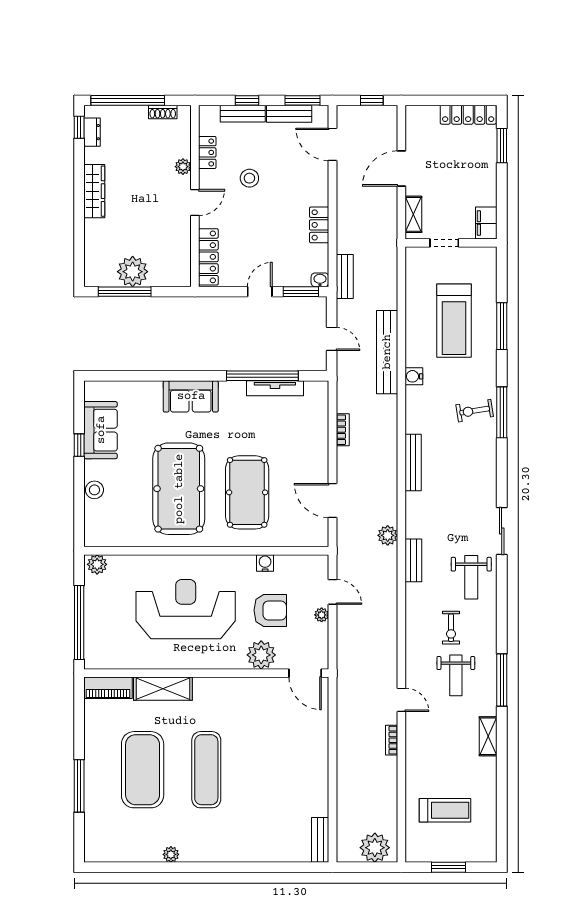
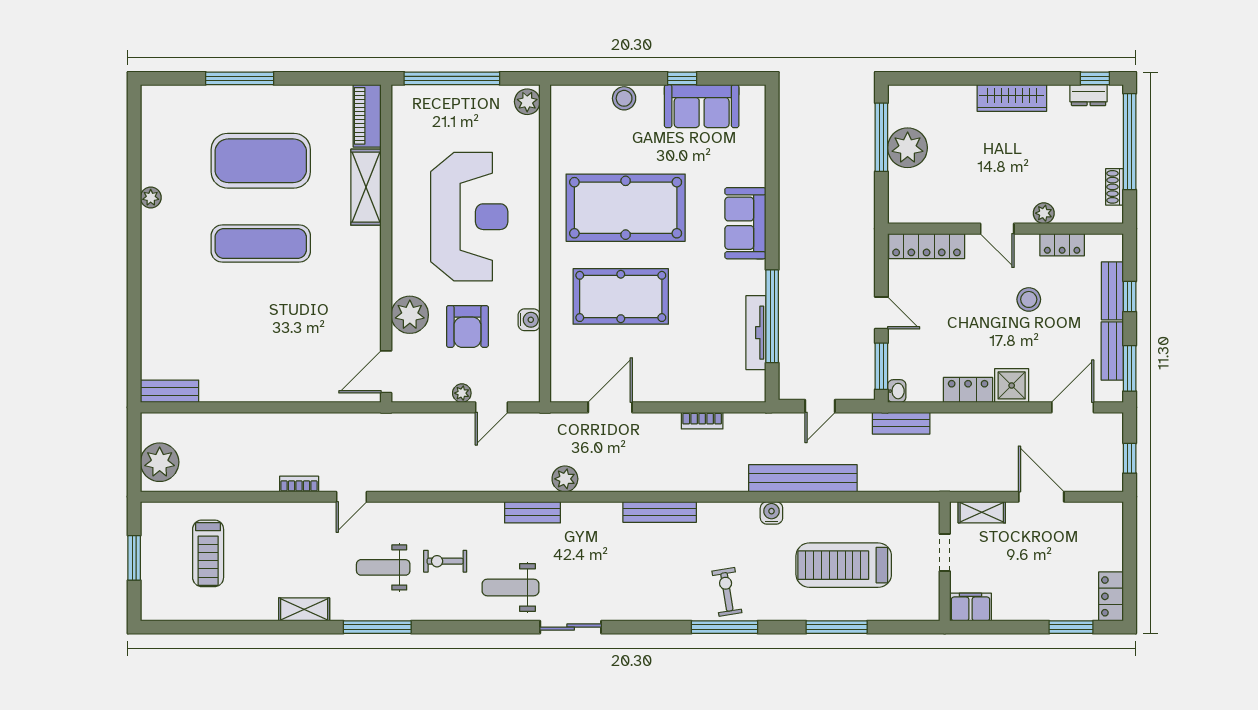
locker: (468, 115) -> (1111, 596), width x0.66
shower: (316, 191) -> (1012, 385), added

